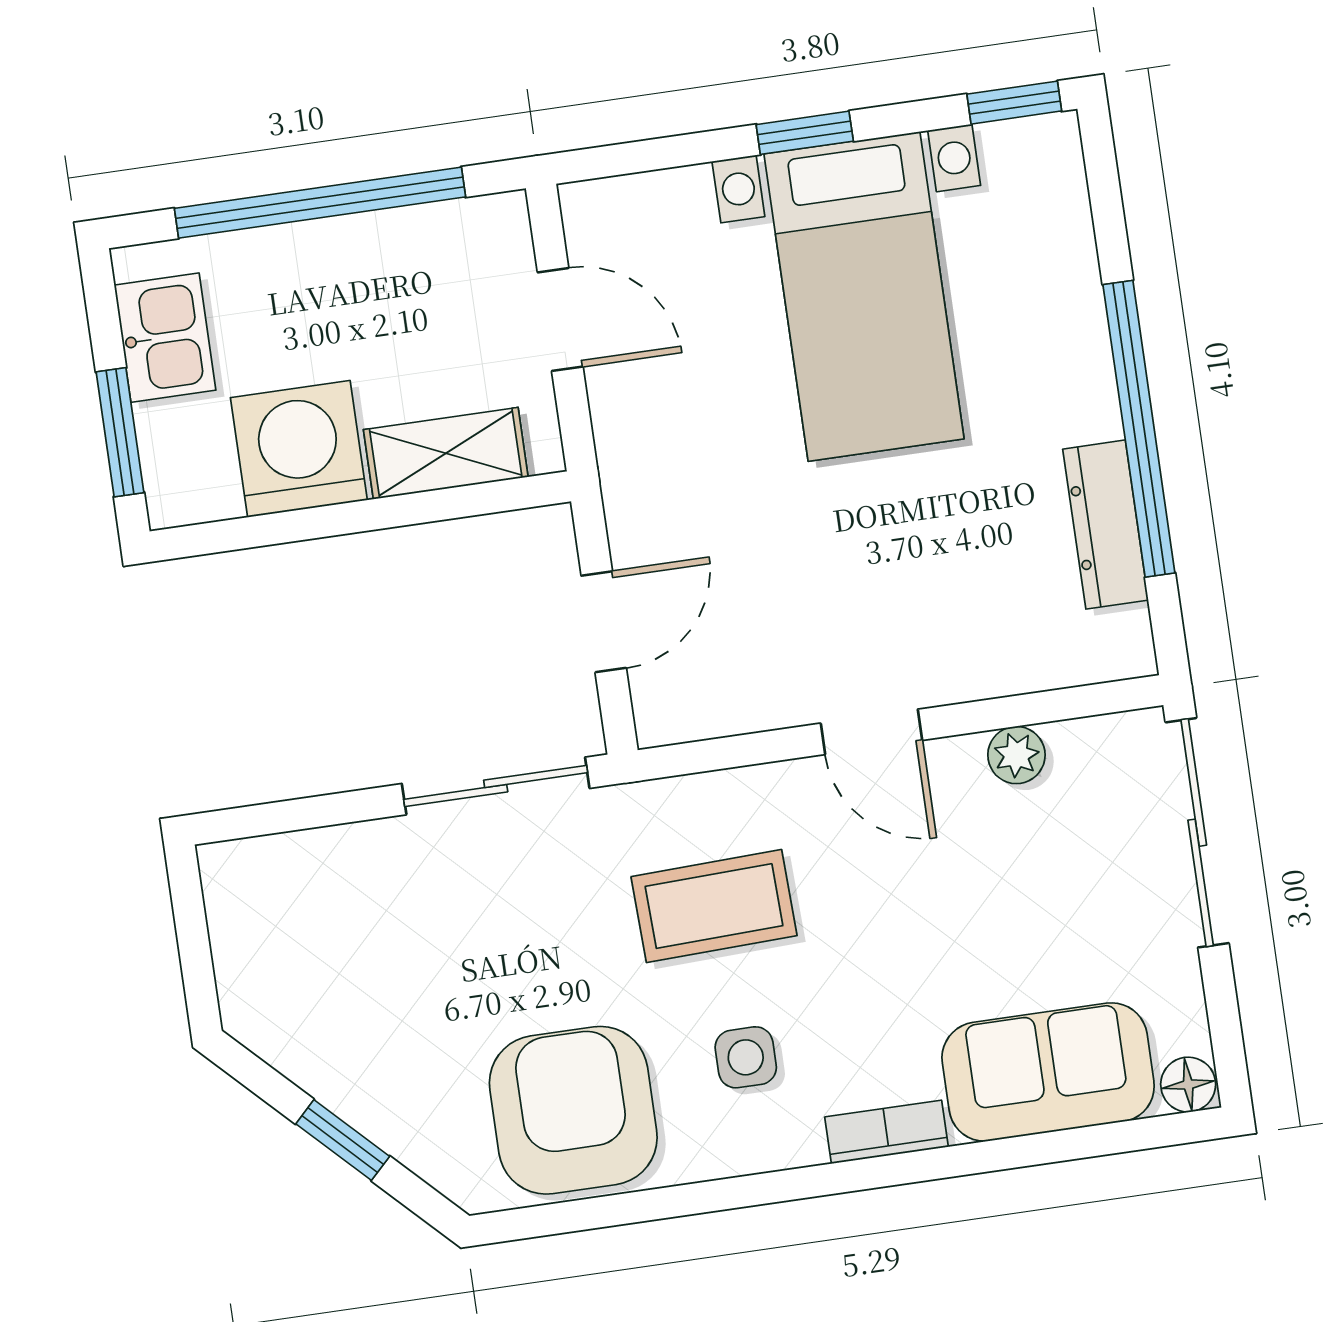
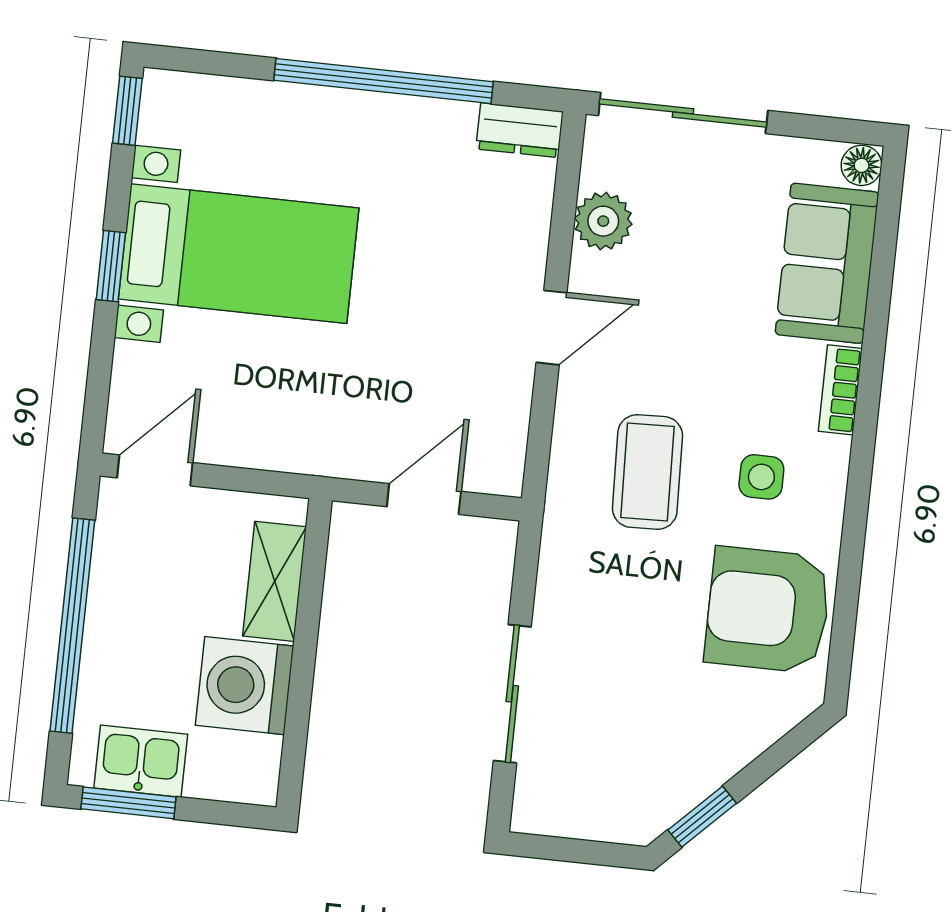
door: (560, 319) -> (155, 470), moved
window: (120, 432) -> (128, 803), moved
dresser: (1106, 525) -> (520, 130), moved, width x0.70
door: (604, 622) -> (424, 499), hinge flipped
plant: (1016, 755) -> (603, 221), width x1.38, depth x1.38
sliding door: (496, 786) -> (512, 694), moved
window: (343, 1140) -> (702, 817), moved

